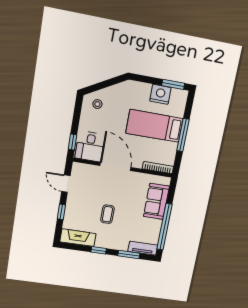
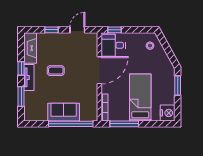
window: (173, 84) -> (178, 85), moved
nightstand: (160, 94) -> (168, 113), moved
window: (183, 135) -> (124, 124), moved
sofa: (156, 201) -> (64, 112), moved
window: (164, 227) -> (71, 124), moved
tv unit: (143, 248) -> (29, 77), moved

